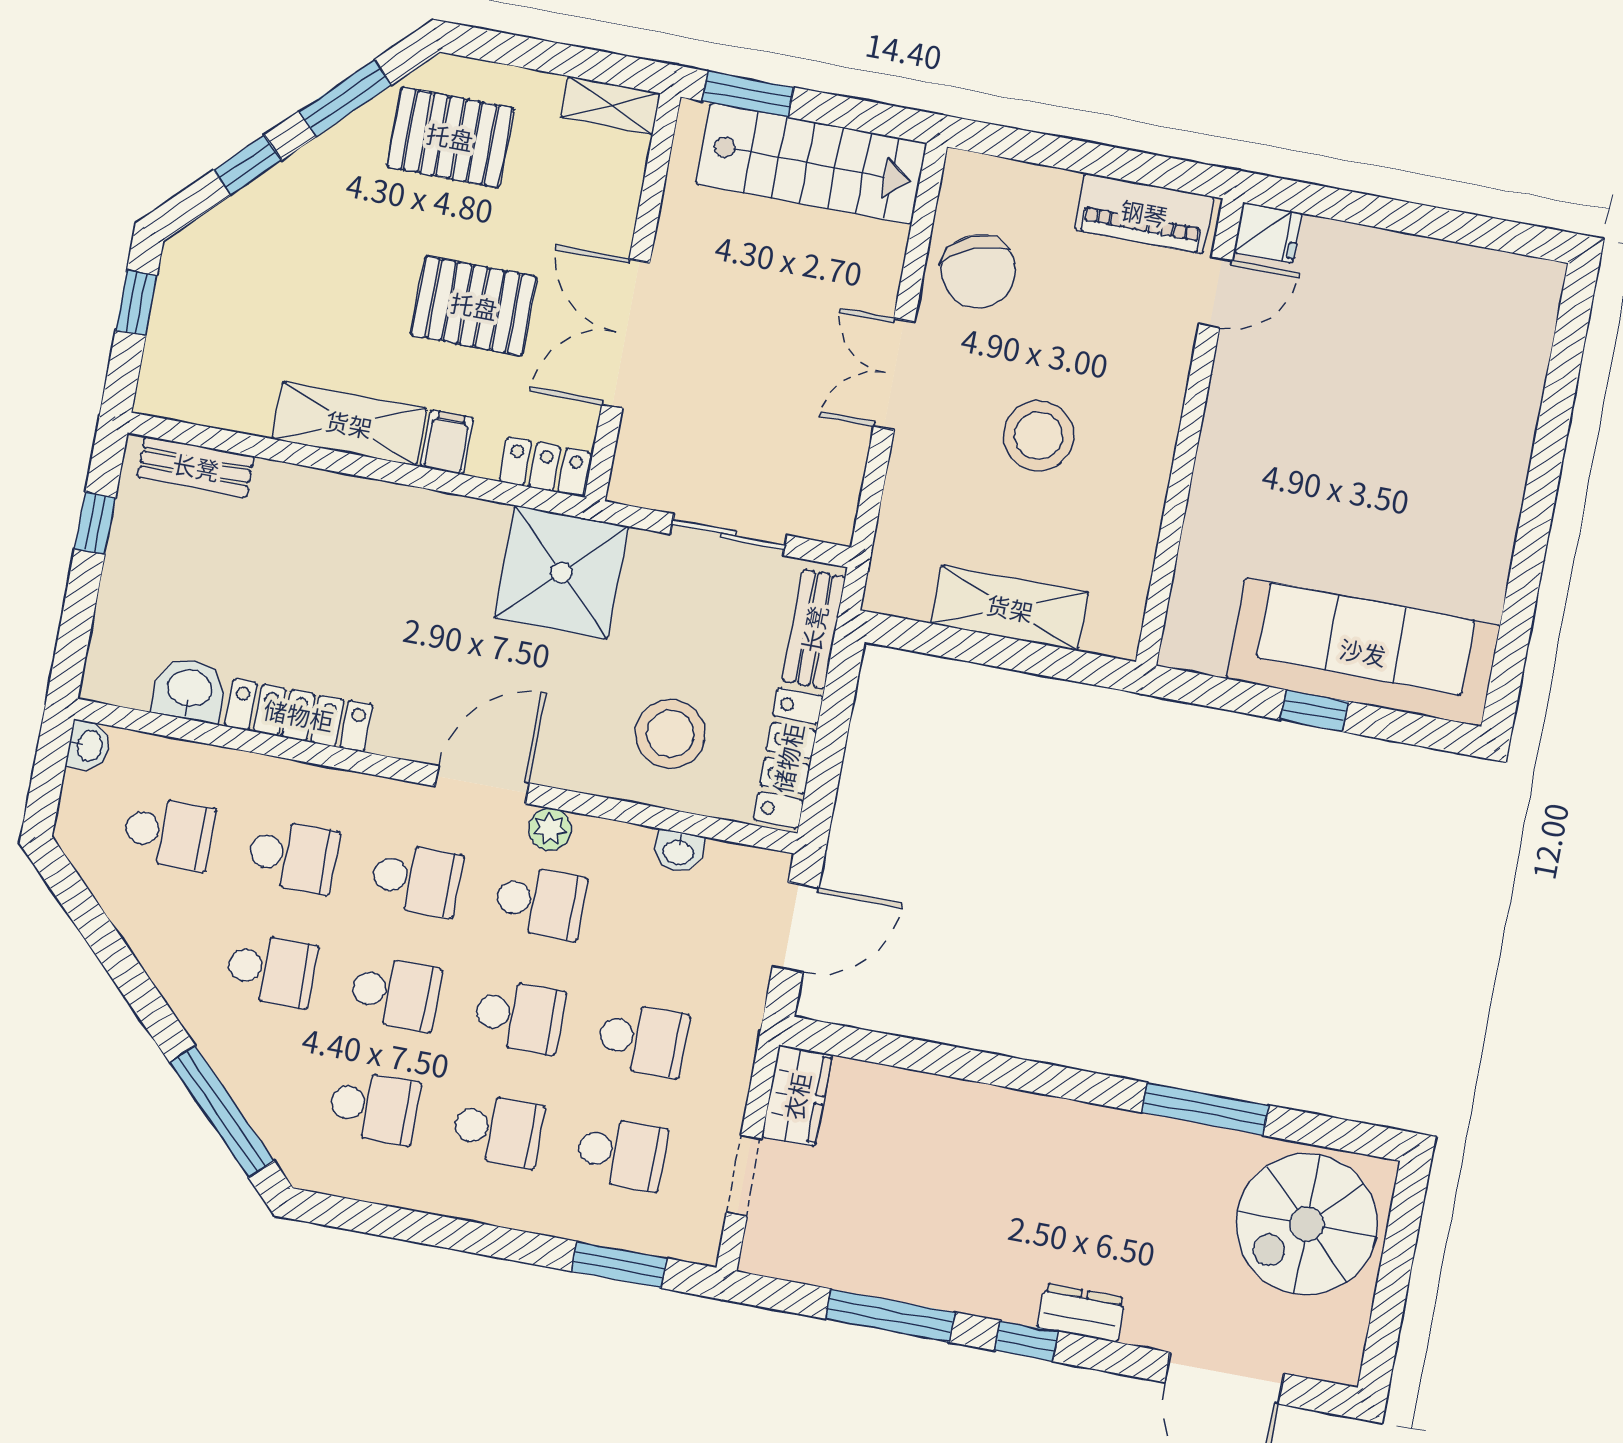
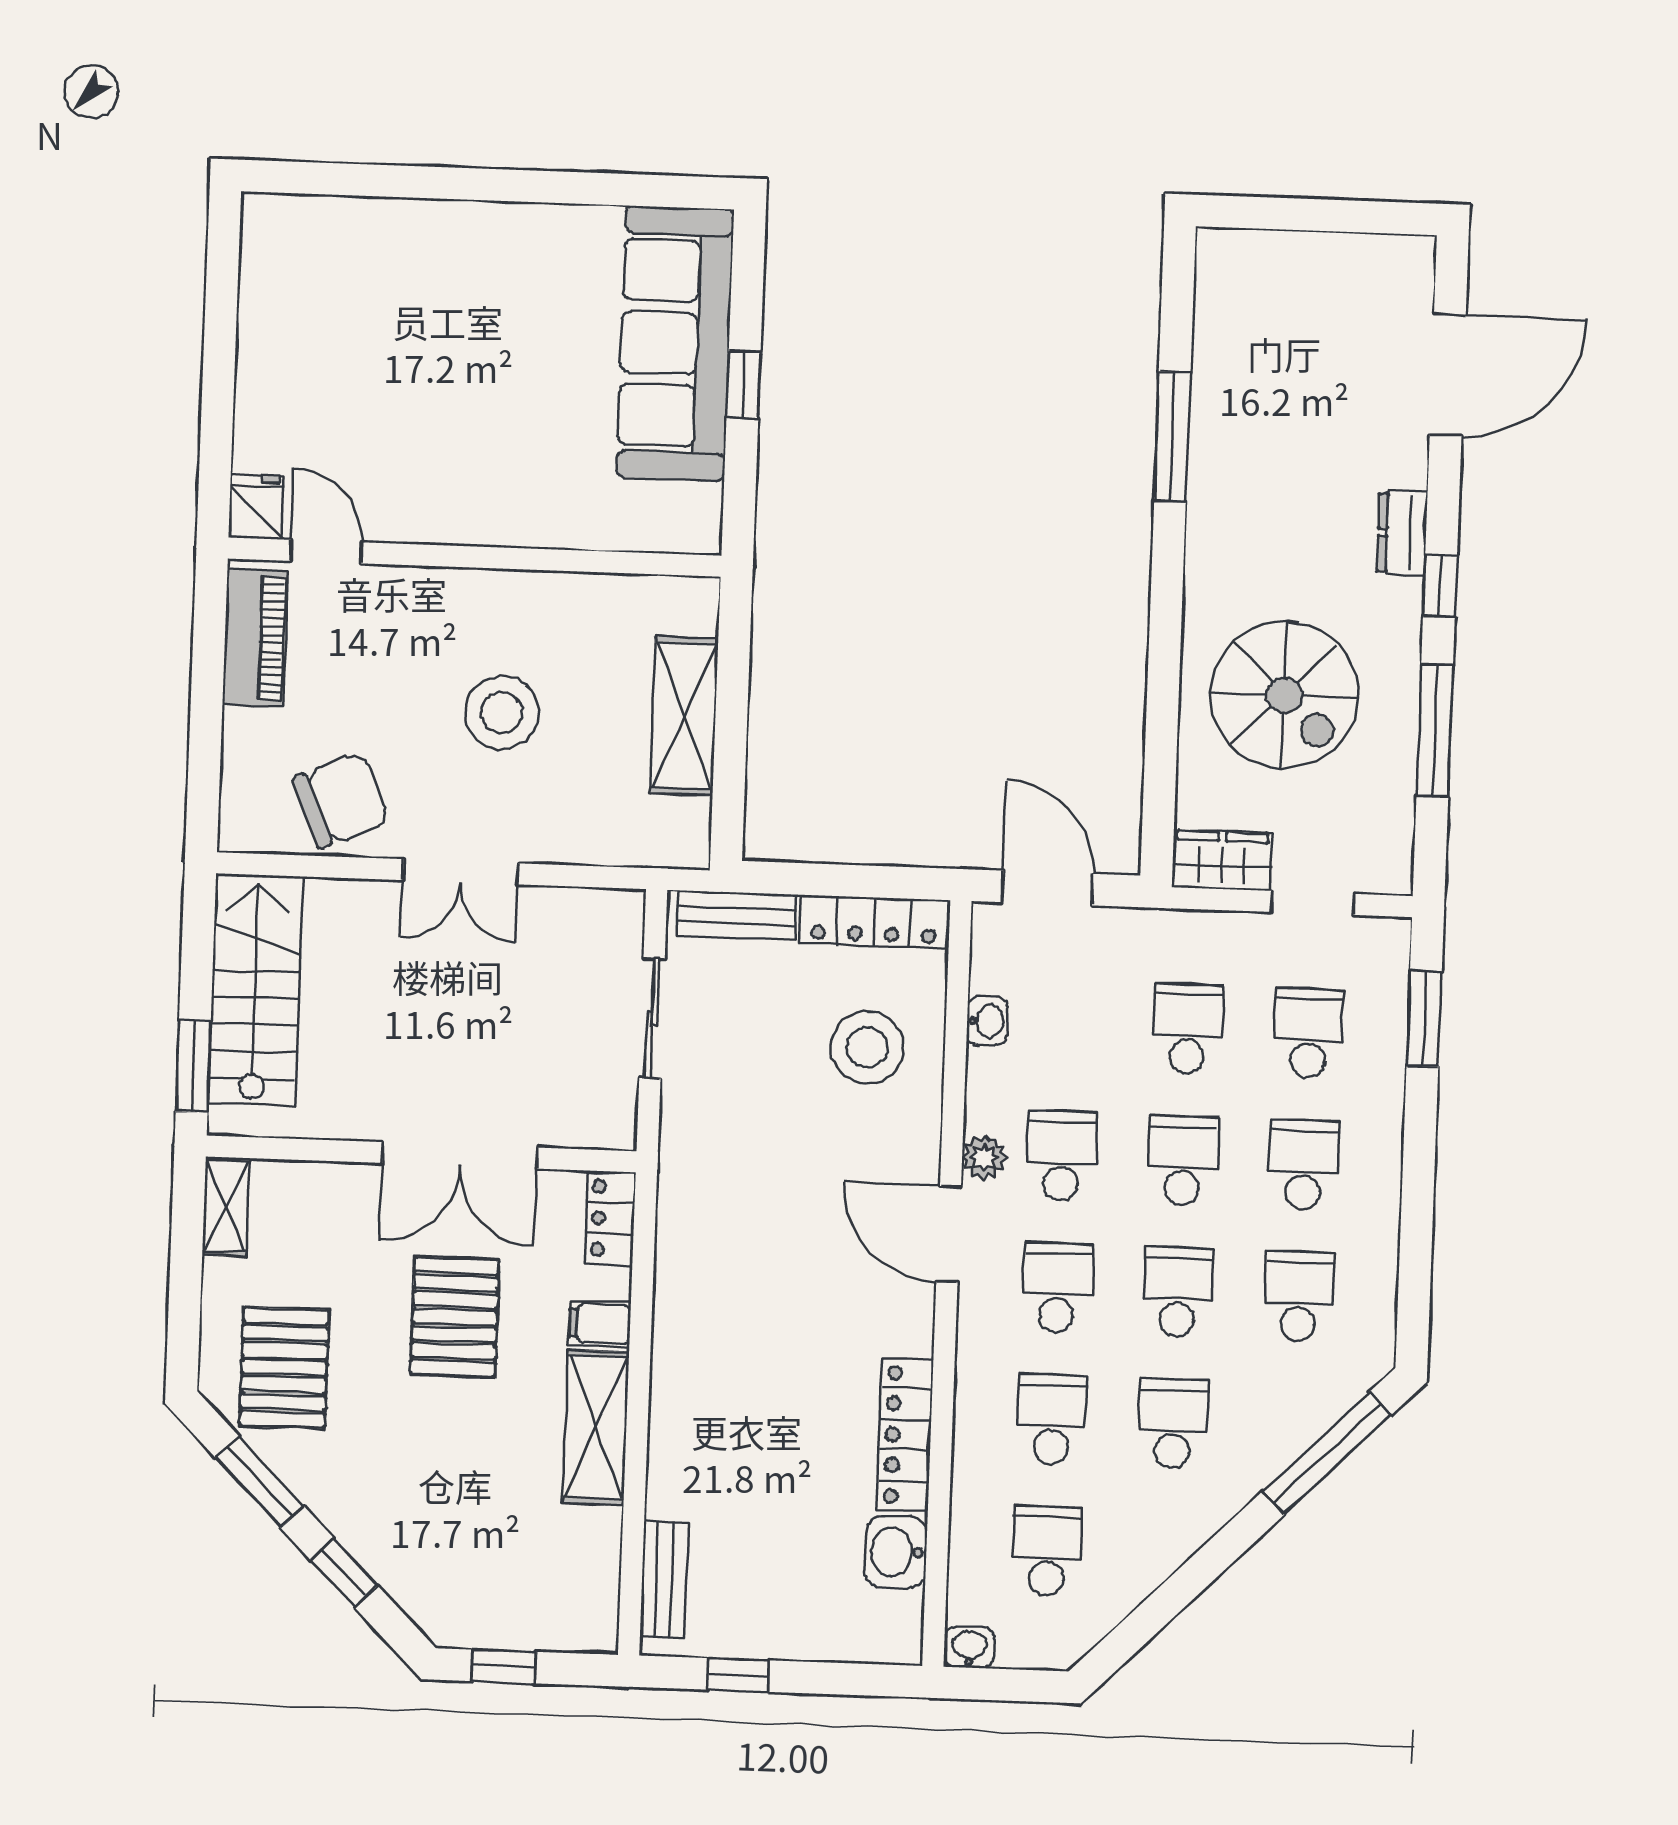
shower: (561, 572) -> (717, 1185), removed
spiral stairs: (1307, 1224) -> (1284, 695), moved

